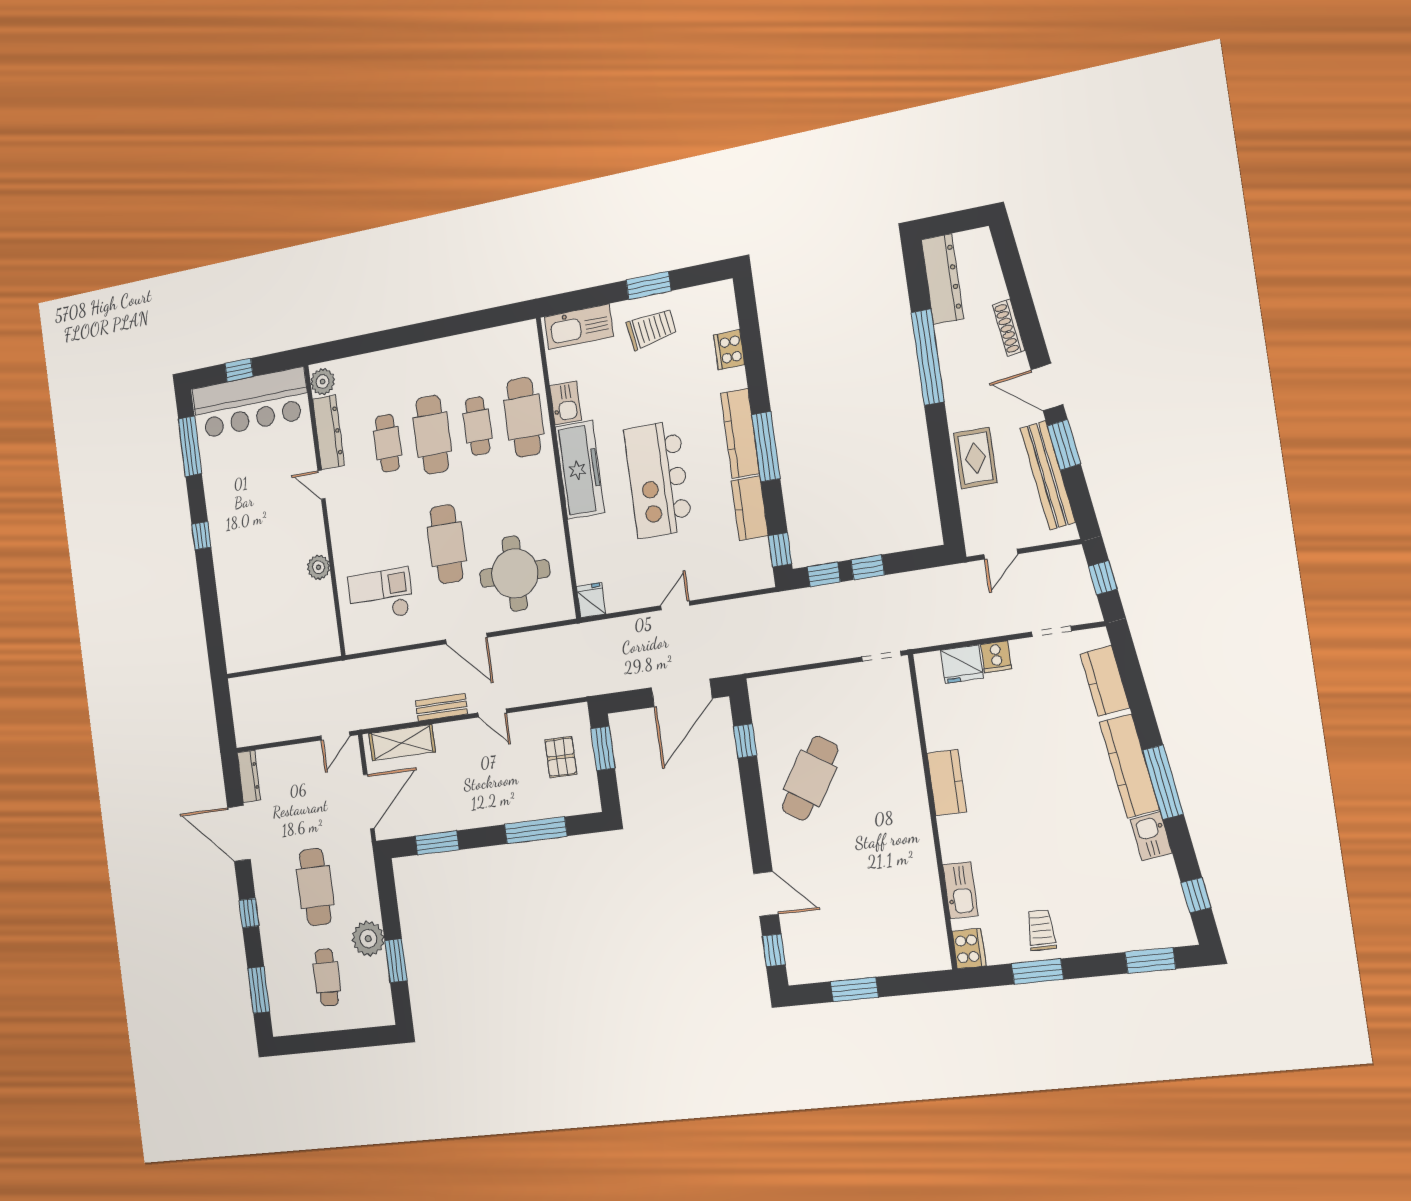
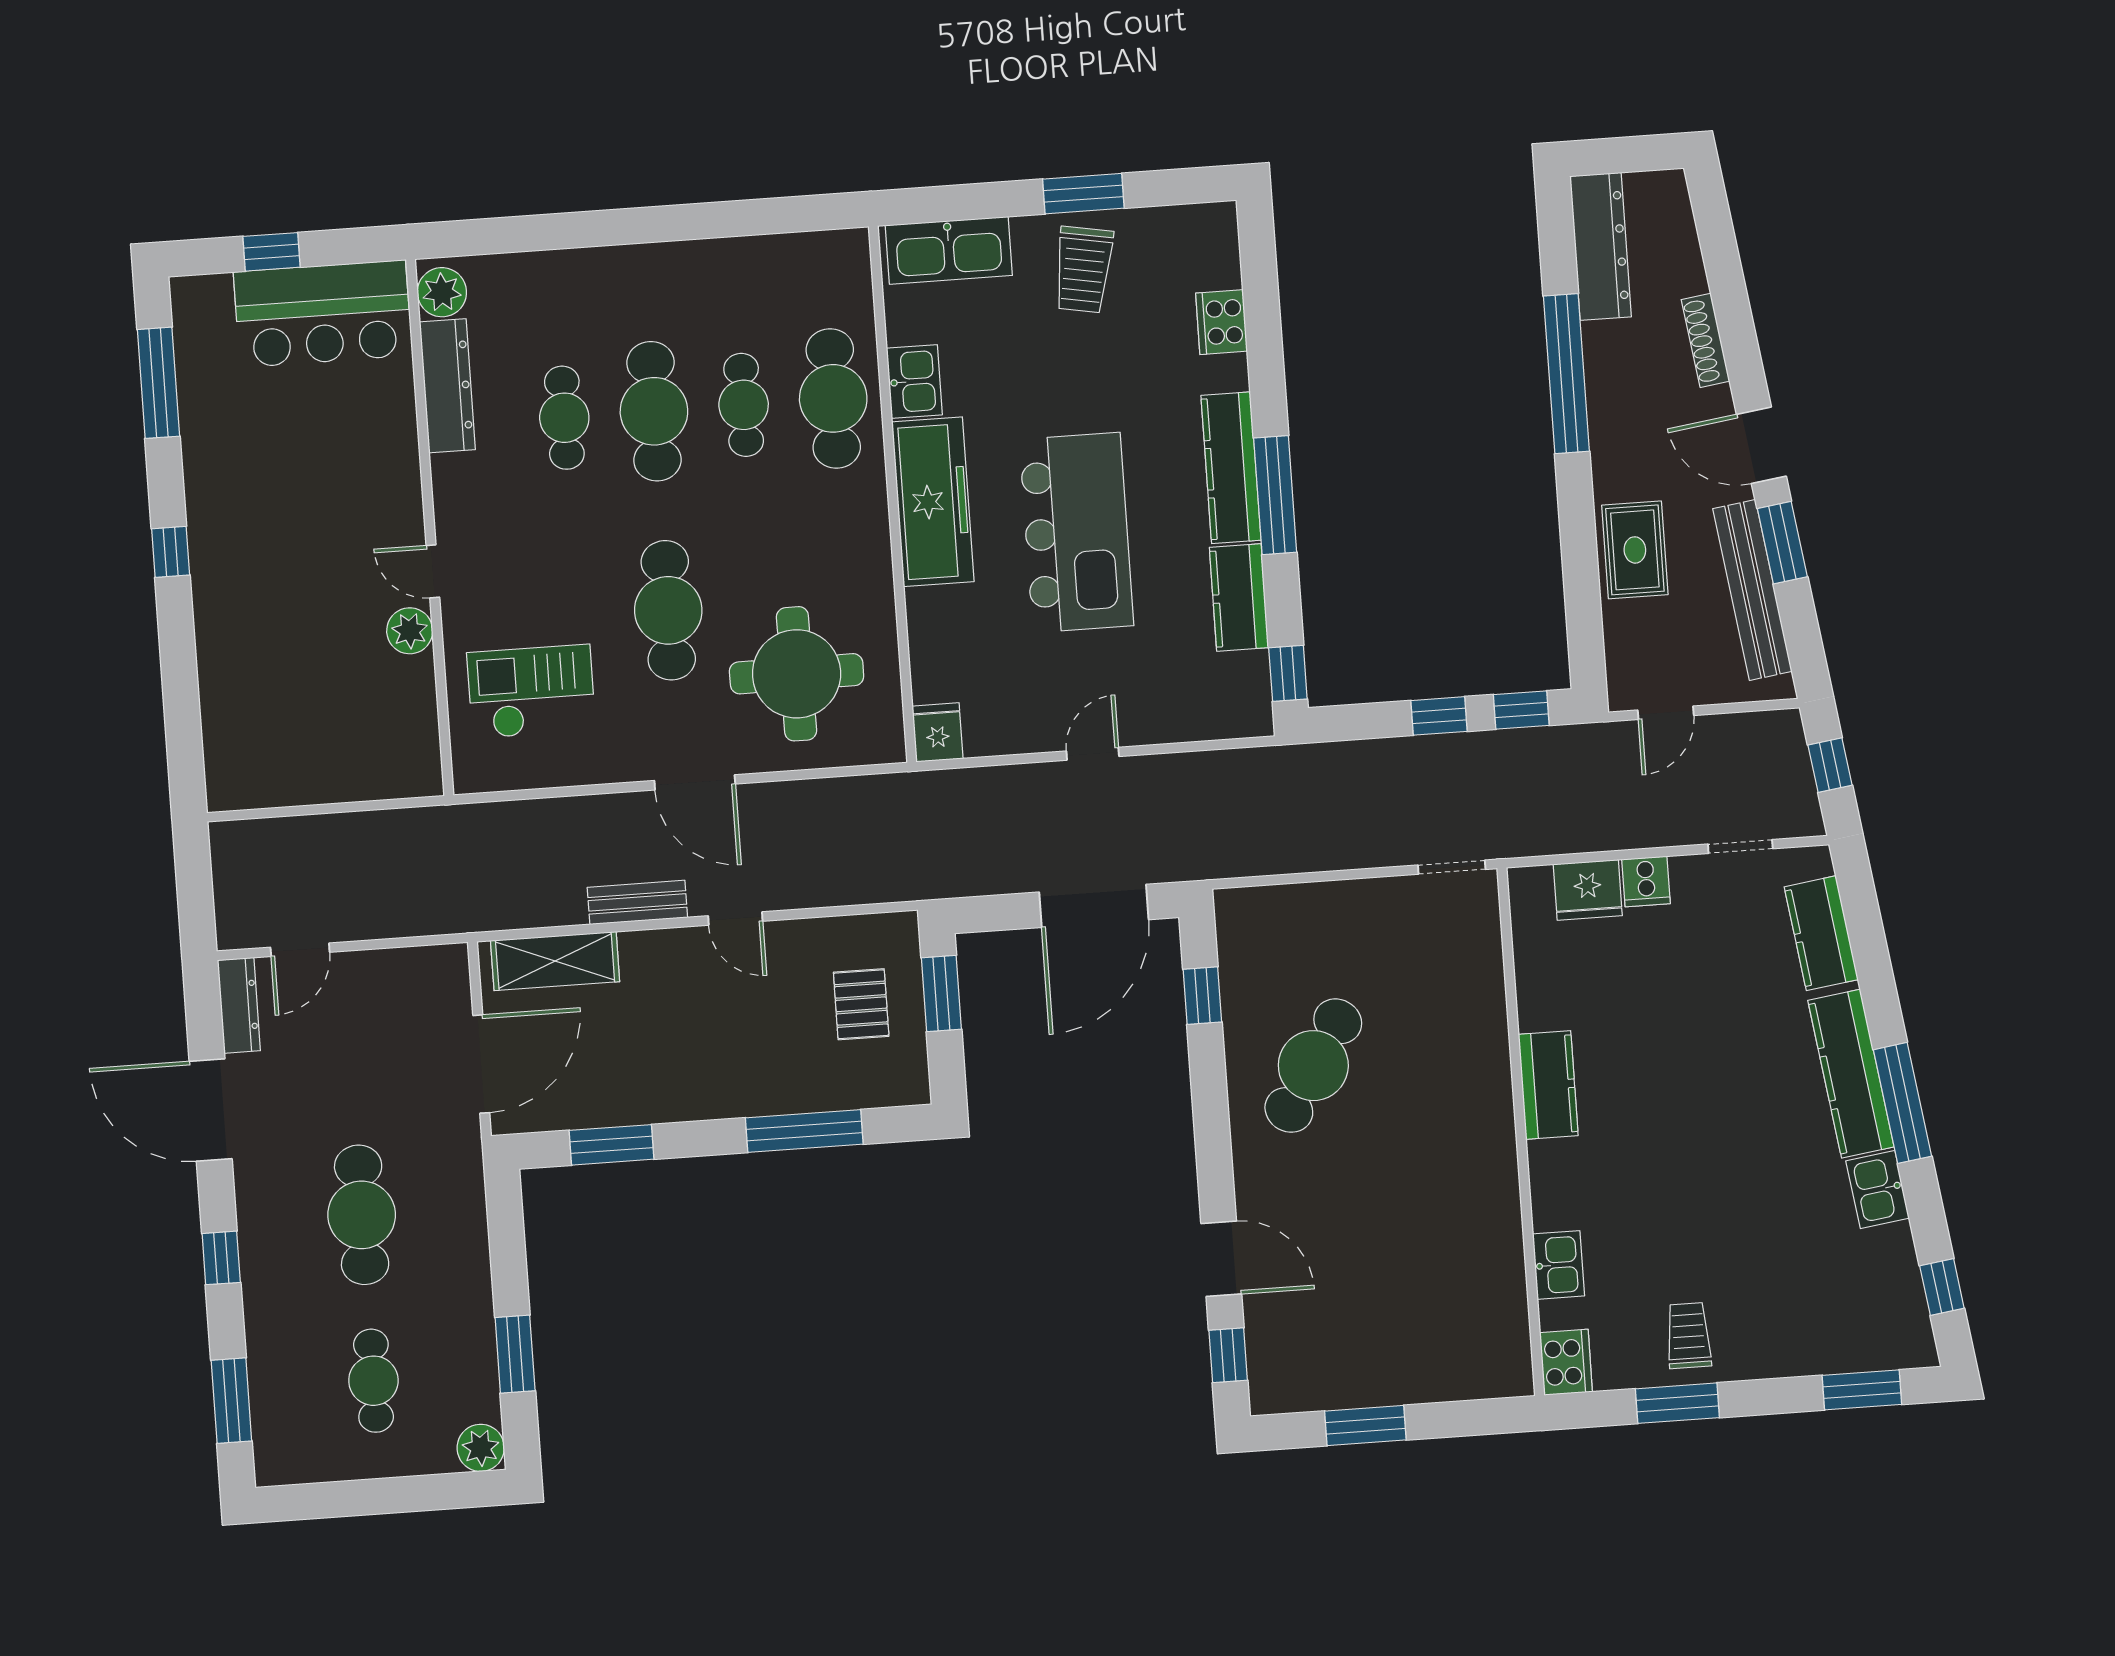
trolley: (652, 329) -> (1083, 270), turned 109
bar counter: (251, 403) -> (323, 314), width x0.73
kitchen island: (658, 479) -> (1076, 533), turned 180
door: (321, 485) -> (433, 571), moved
window: (824, 574) -> (1521, 710), moved
door: (335, 736) -> (300, 950), moved
kitchen sink: (960, 890) -> (1558, 1265), width x0.73
plant: (368, 939) -> (481, 1448), moved, width x0.73, depth x0.73

